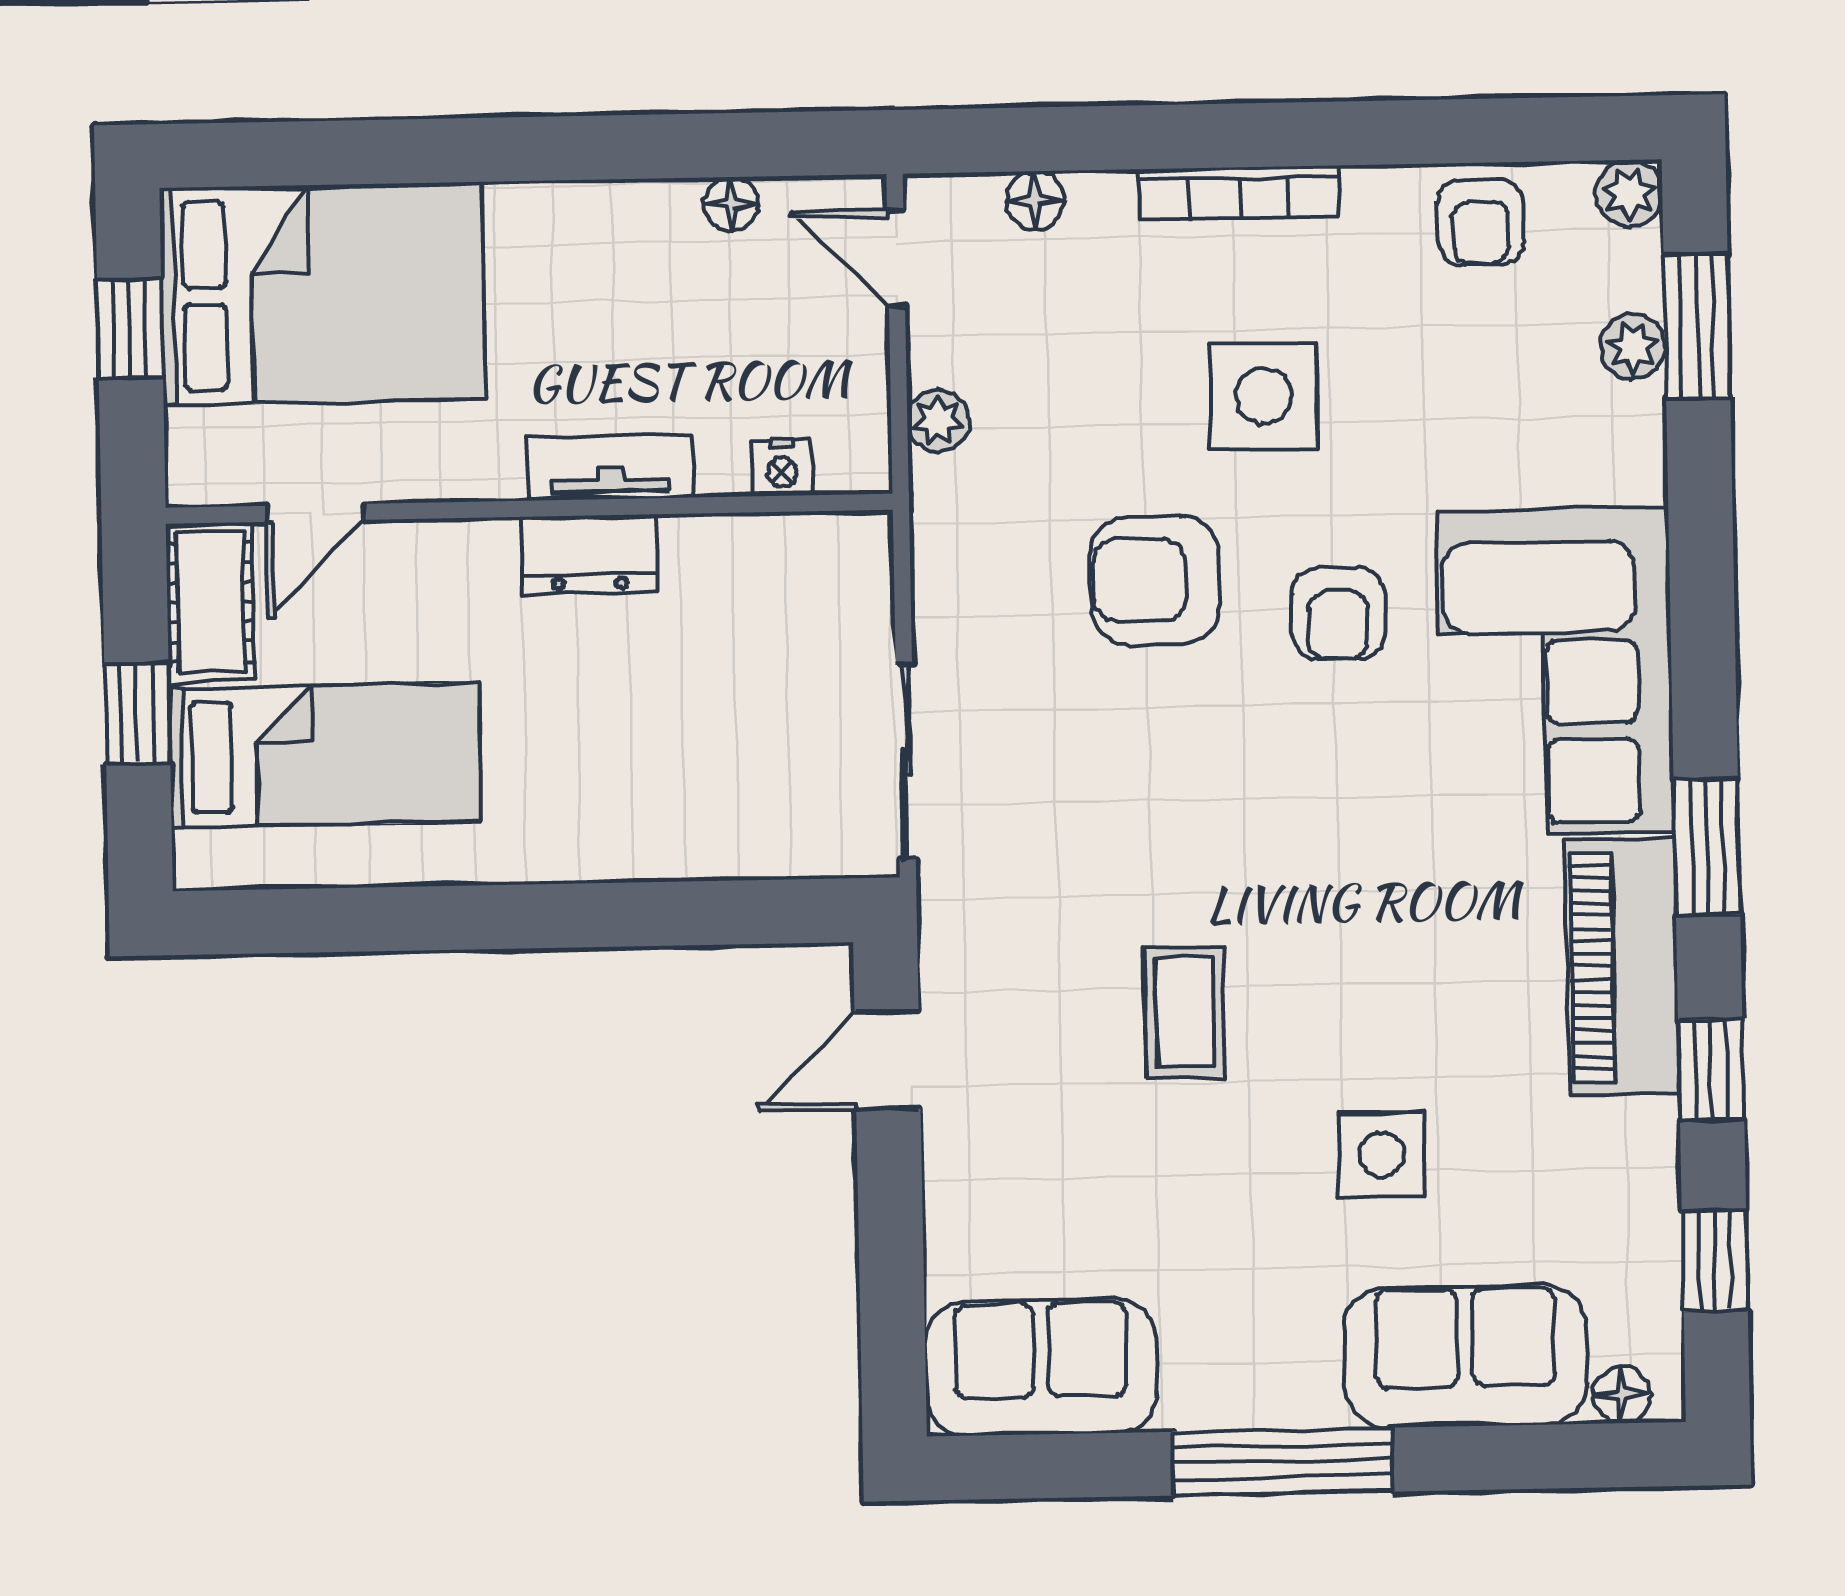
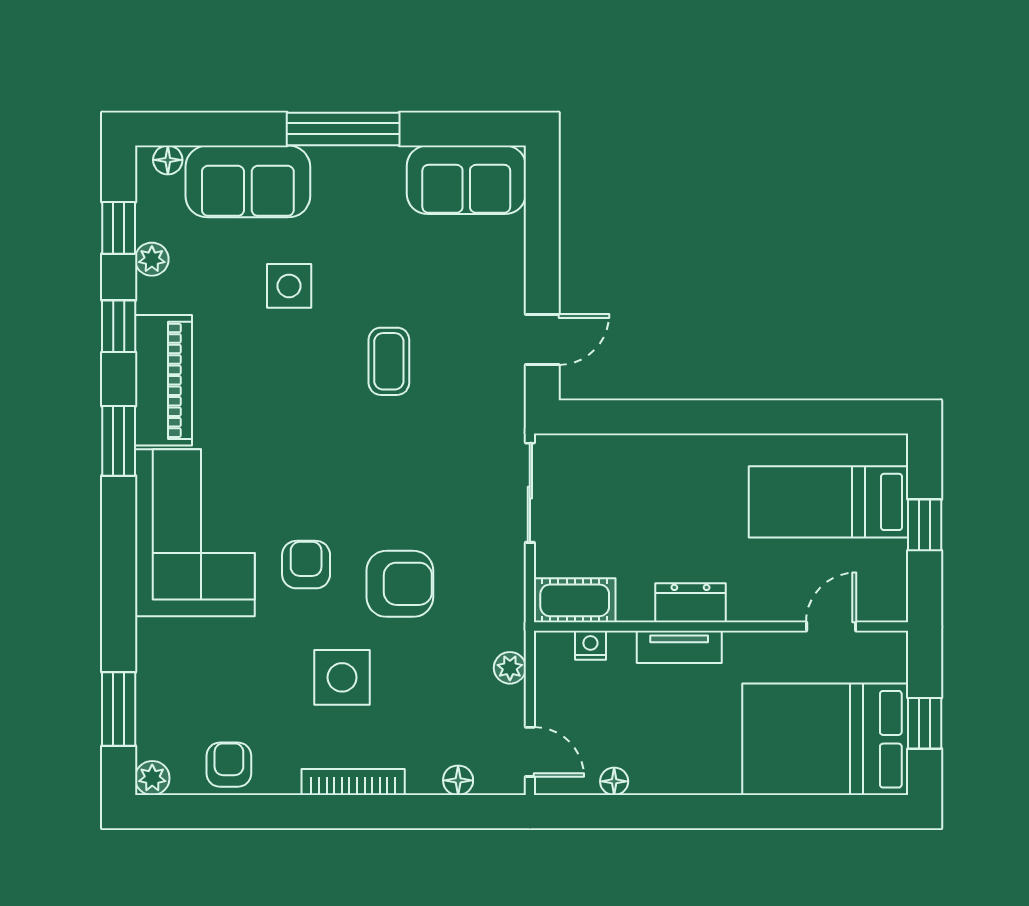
plant: (1633, 347) -> (152, 259), moved
cot: (210, 602) -> (575, 600), moved, turned 90

